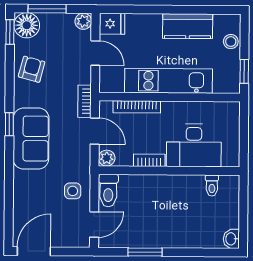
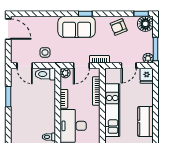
window: (47, 9) -> (155, 49), moved
armchair: (32, 69) -> (119, 27), turned 143

